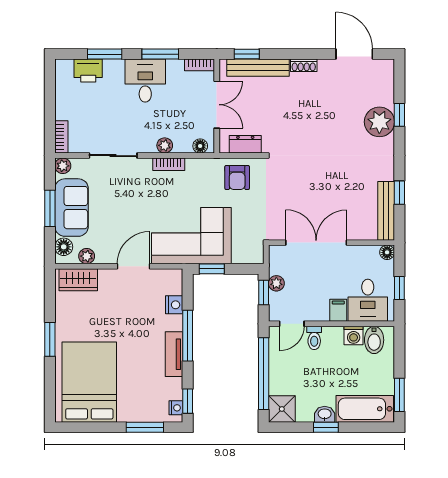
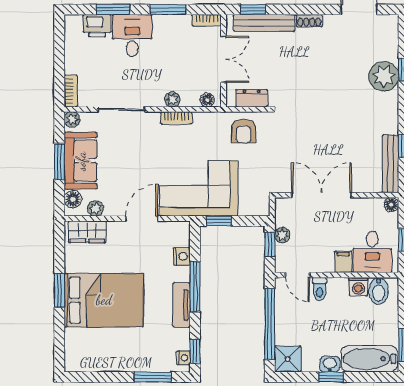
desk: (145, 81) -> (132, 36), moved
door: (292, 324) -> (298, 275), hinge flipped
bed: (89, 382) -> (104, 300), moved, turned 90

